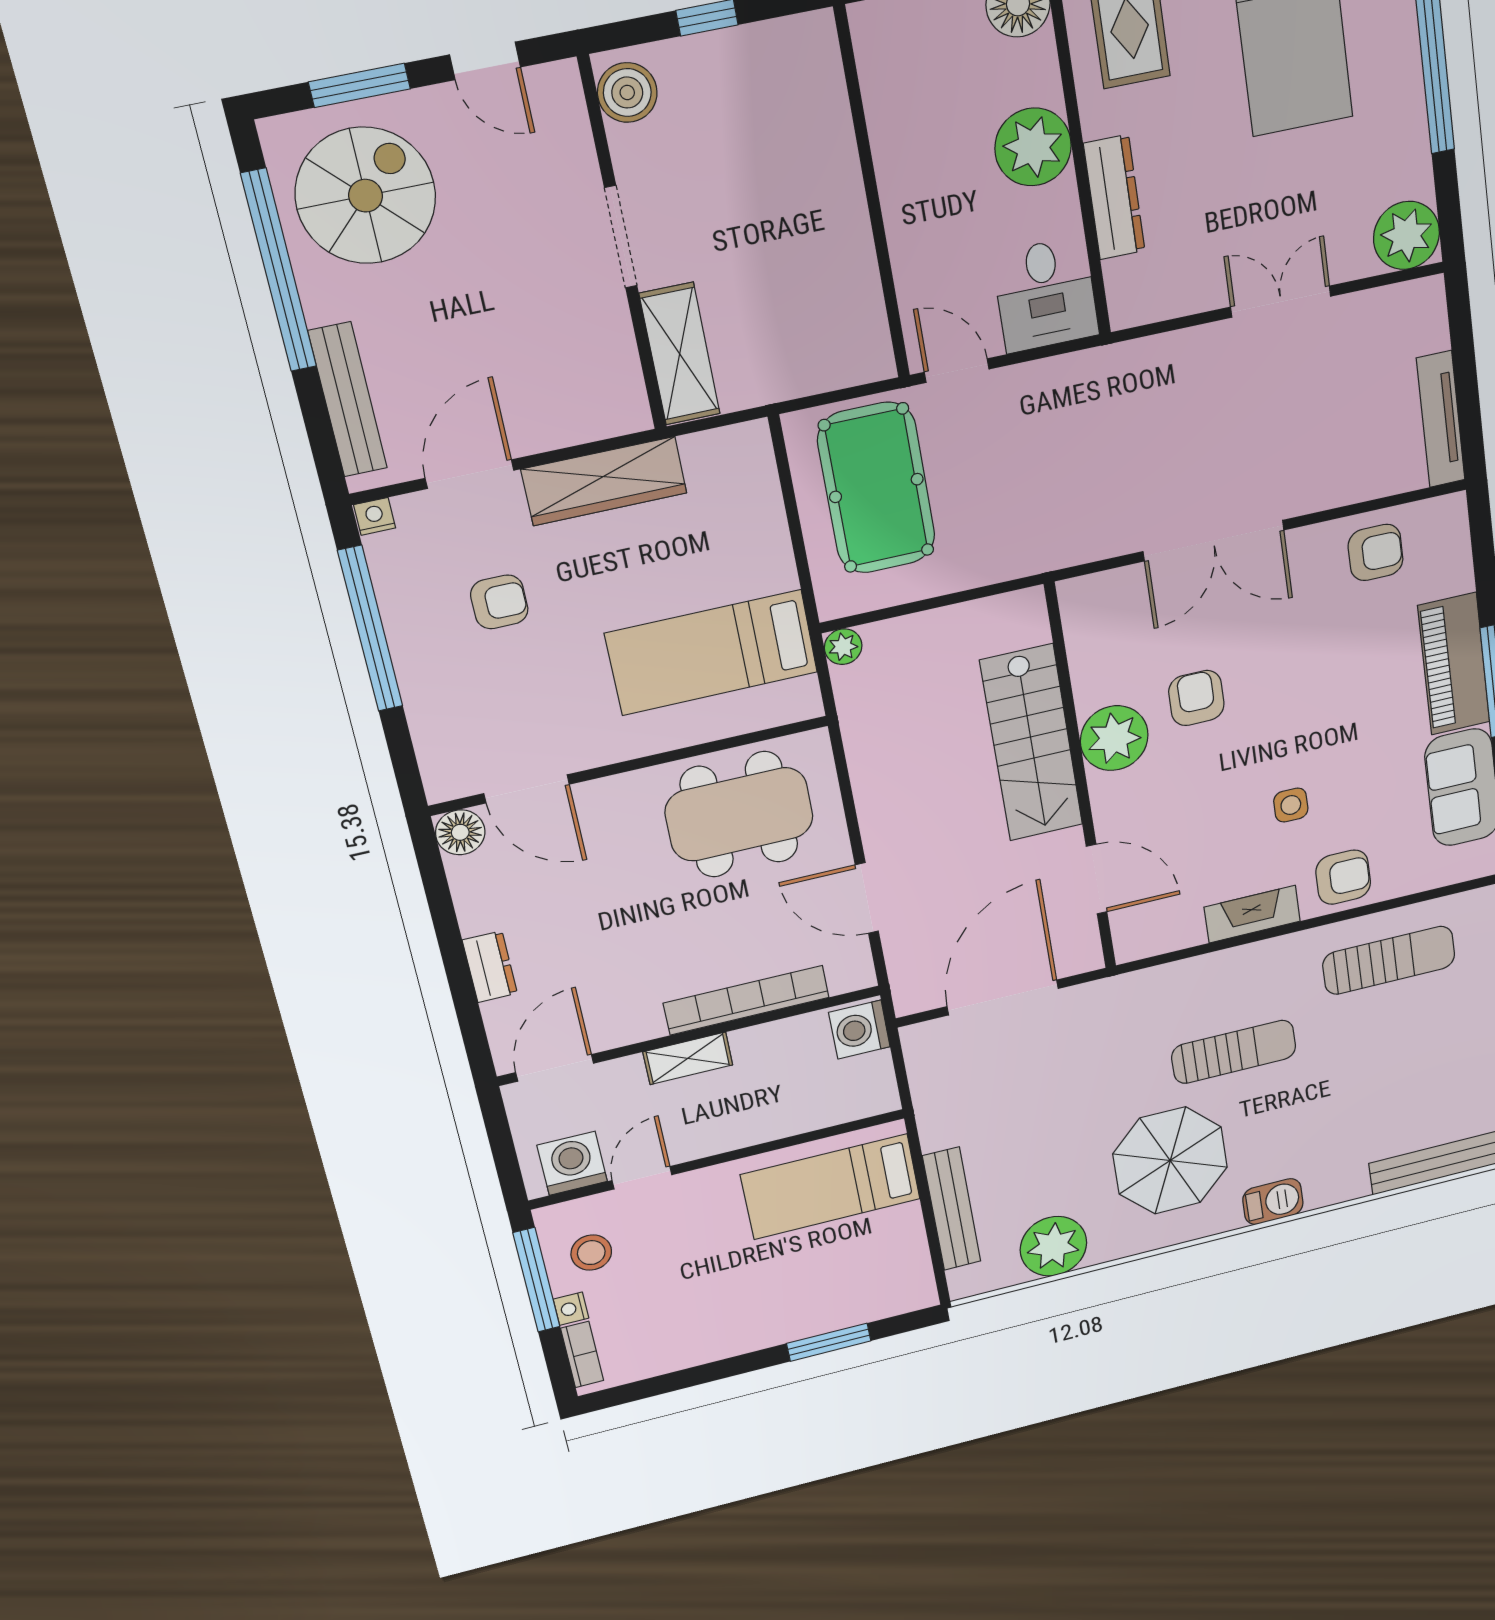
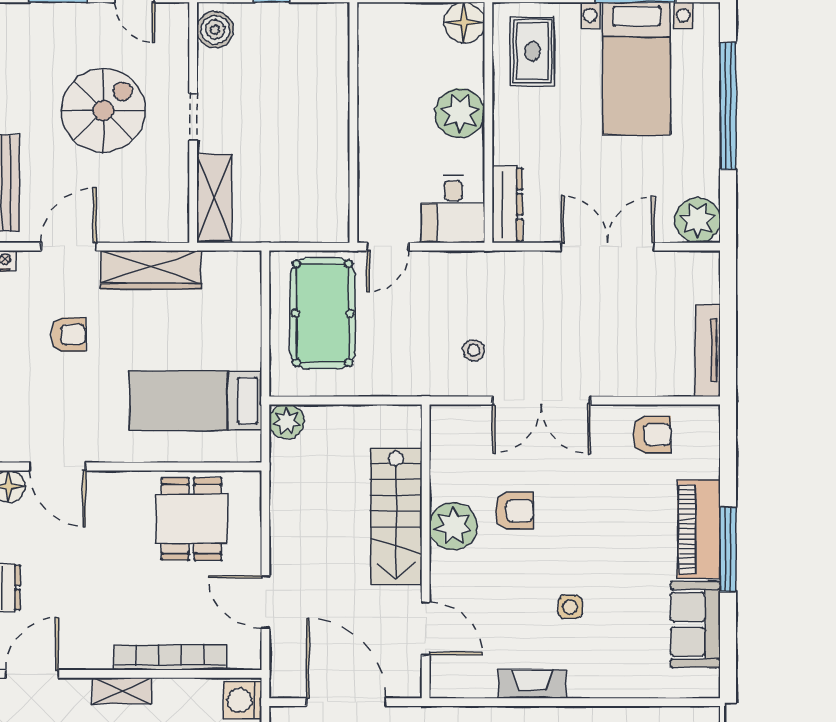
spiral stairs: (366, 196) -> (103, 111), moved
dresser: (1114, 197) -> (507, 204), moved
doorway: (621, 237) -> (193, 117), width x0.73
double door: (1281, 302) -> (608, 247), width x1.37
door: (957, 371) -> (388, 247), swing flipped
stool: (1107, 492) -> (474, 350), added
plant: (843, 647) -> (286, 422), width x1.38, depth x1.38
armchair: (1196, 698) -> (514, 511), turned 90
dining table: (739, 814) -> (191, 519), width x0.73
armchair: (1343, 877) -> (601, 672), removed
door: (1003, 997) -> (346, 702), hinge flipped

